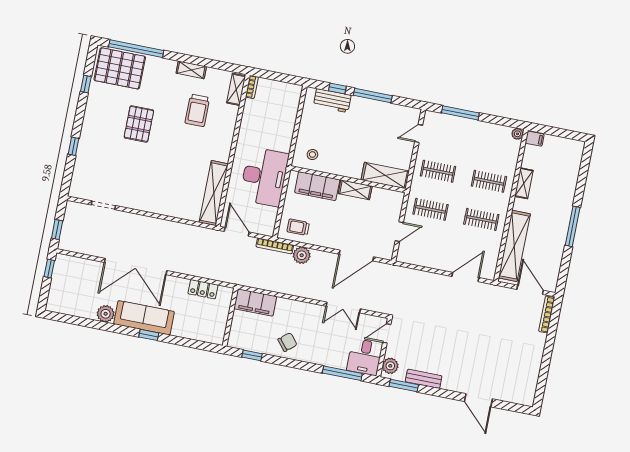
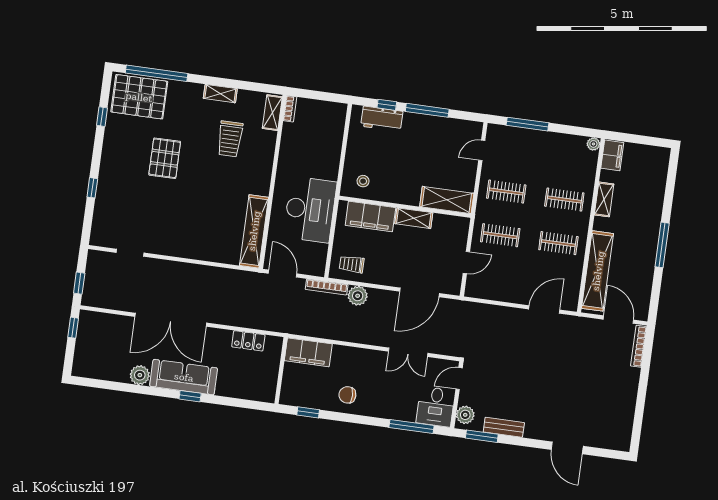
filing cabinet: (535, 139) -> (612, 155), width x2.00
chair: (287, 342) -> (347, 395), turned -140

